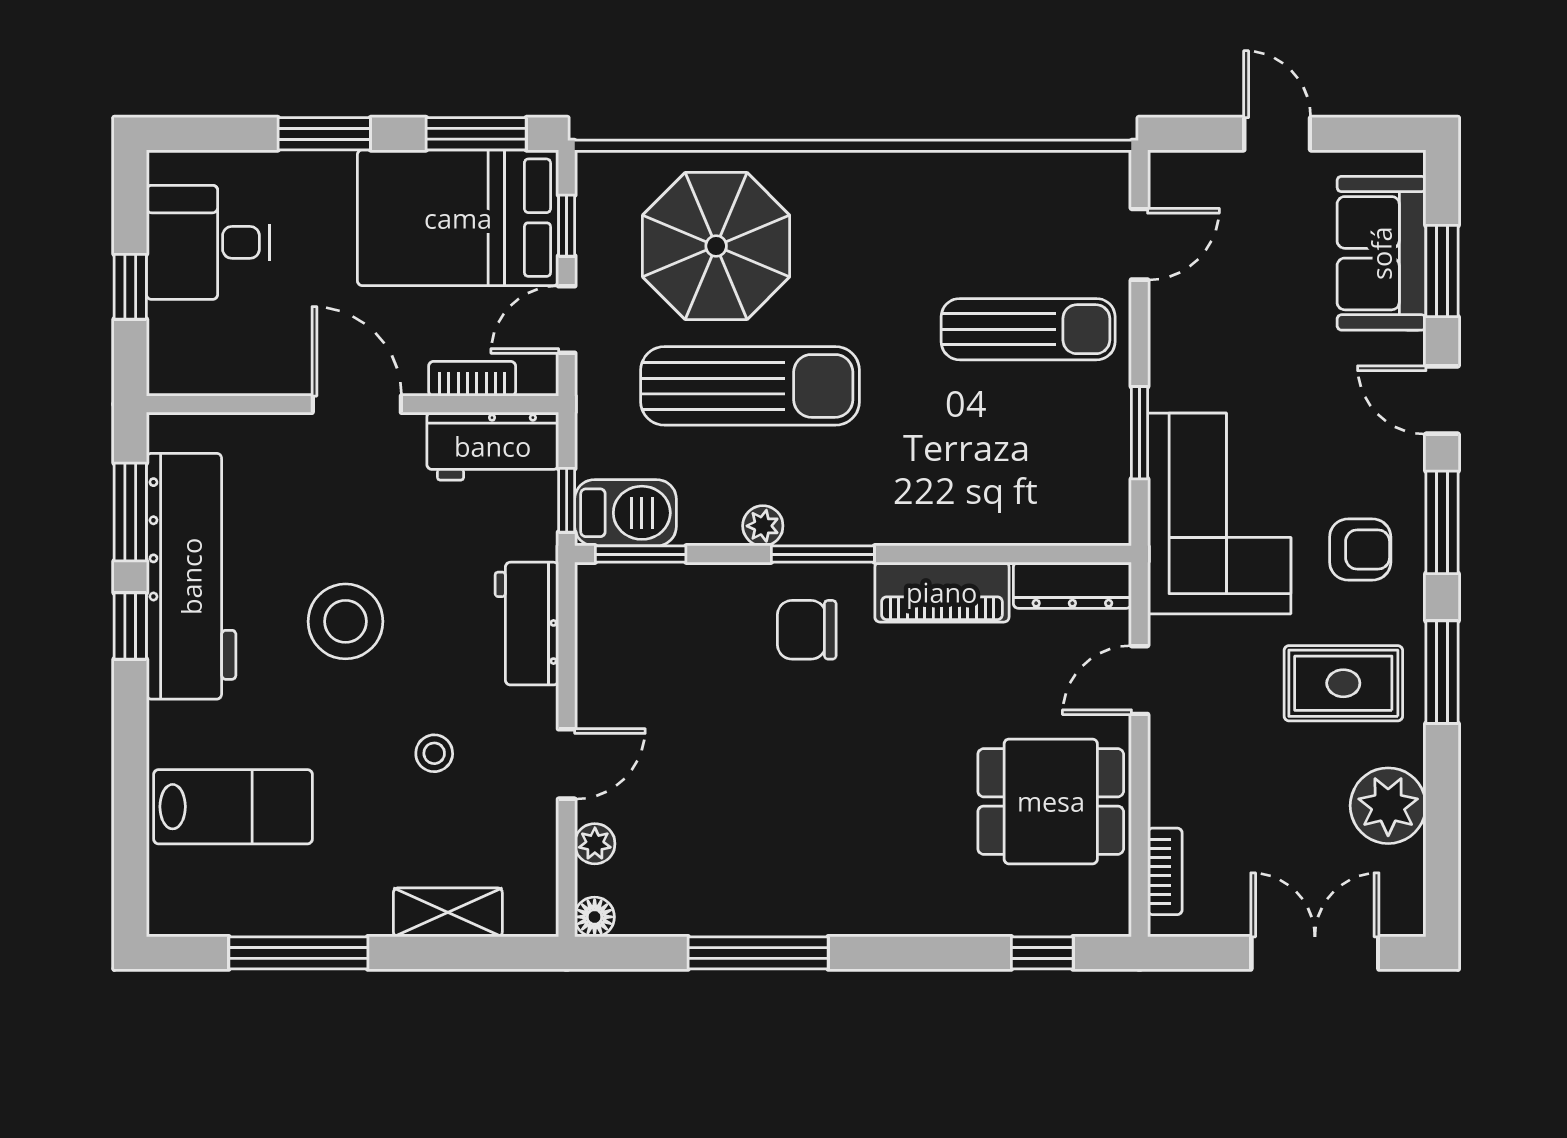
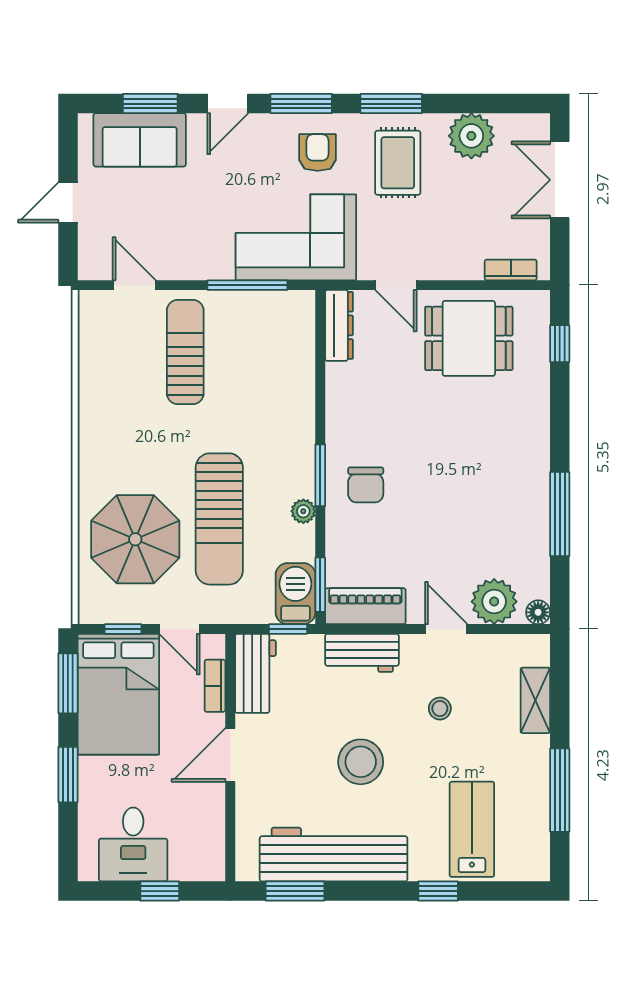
sun lounger: (750, 386) -> (219, 519), turned 180
window: (1140, 433) -> (247, 285), width x1.44
piano: (942, 592) -> (365, 606), moved, turned -90
window: (130, 626) -> (438, 891), moved
dining table: (1051, 801) -> (469, 338), turned 90
plant: (595, 844) -> (494, 602), width x1.87, depth x1.87

